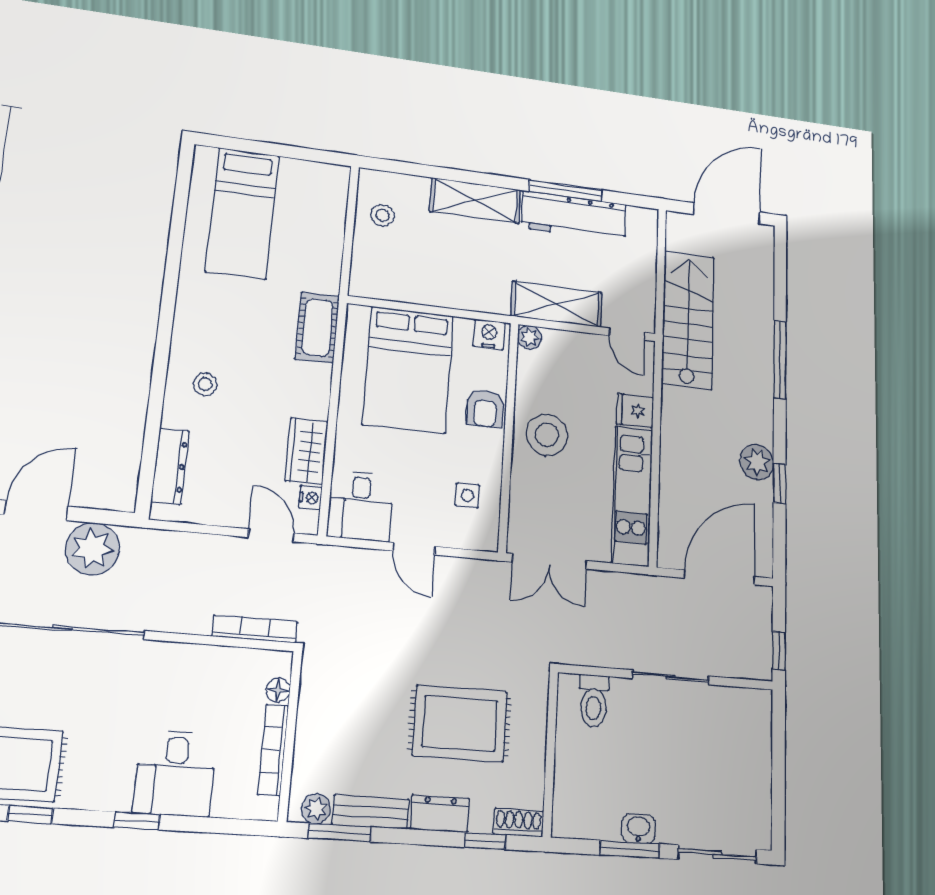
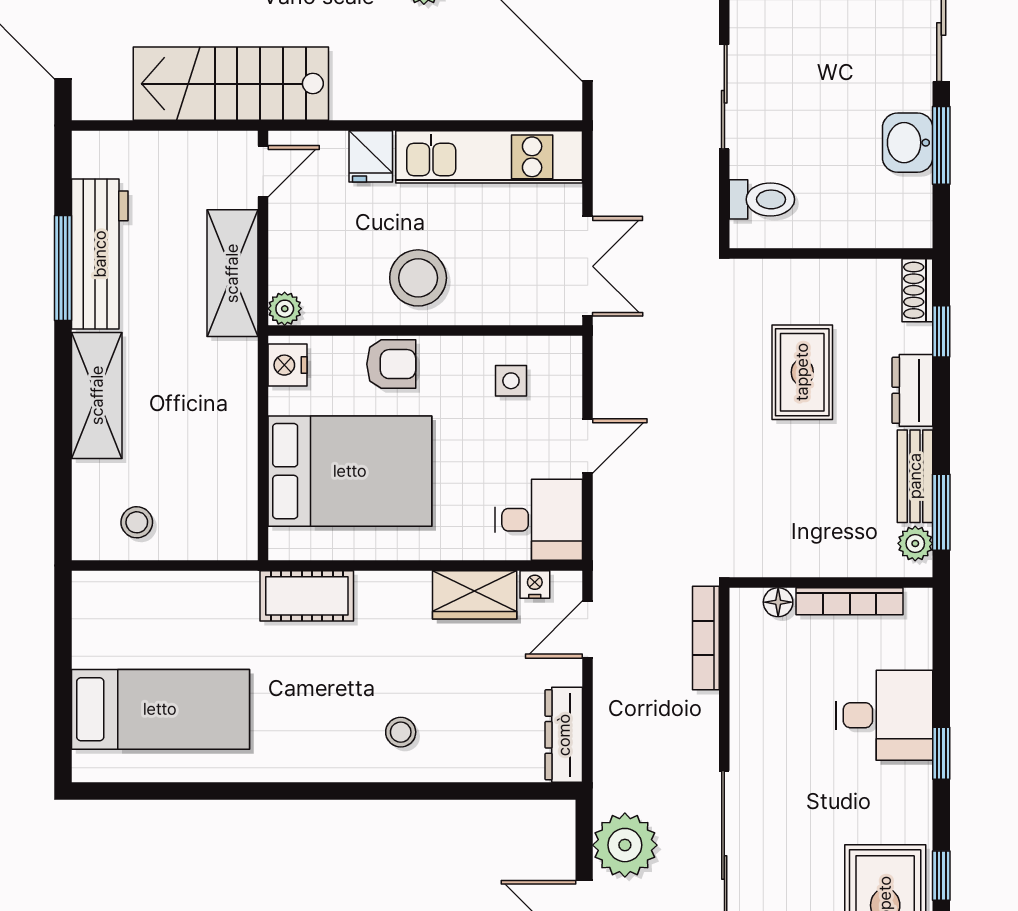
dresser: (170, 466) -> (564, 735), moved, turned -90
rug: (460, 723) -> (802, 372), width x0.73, depth x0.70
washbasin: (639, 828) -> (908, 143), width x1.38, depth x1.45

